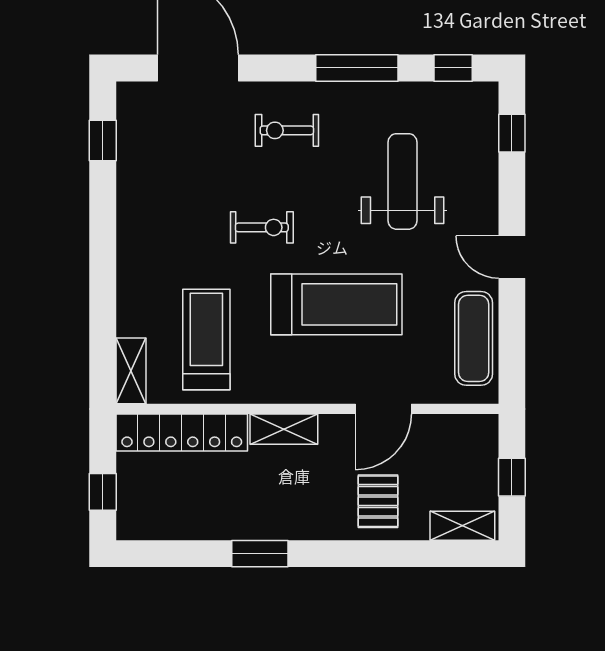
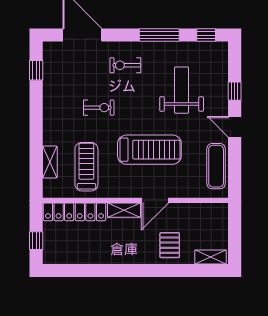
window: (512, 133) -> (235, 91), moved
exercise bike: (262, 227) -> (99, 108), moved
shelving: (131, 371) -> (50, 162), moved
door: (383, 409) -> (155, 200), moved
window: (512, 477) -> (235, 233), removed
window: (260, 554) -> (112, 271), removed

